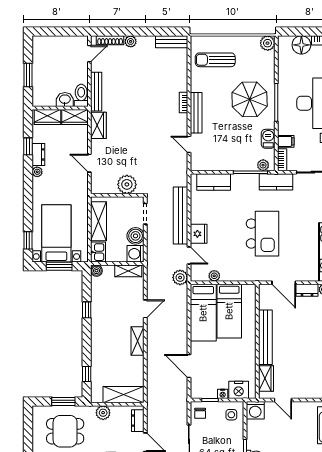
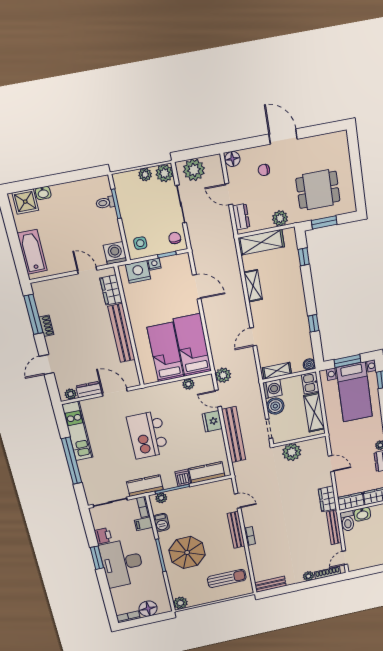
dishwasher: (238, 182) -> (183, 478), added
shelving: (138, 341) -> (253, 286), moved

